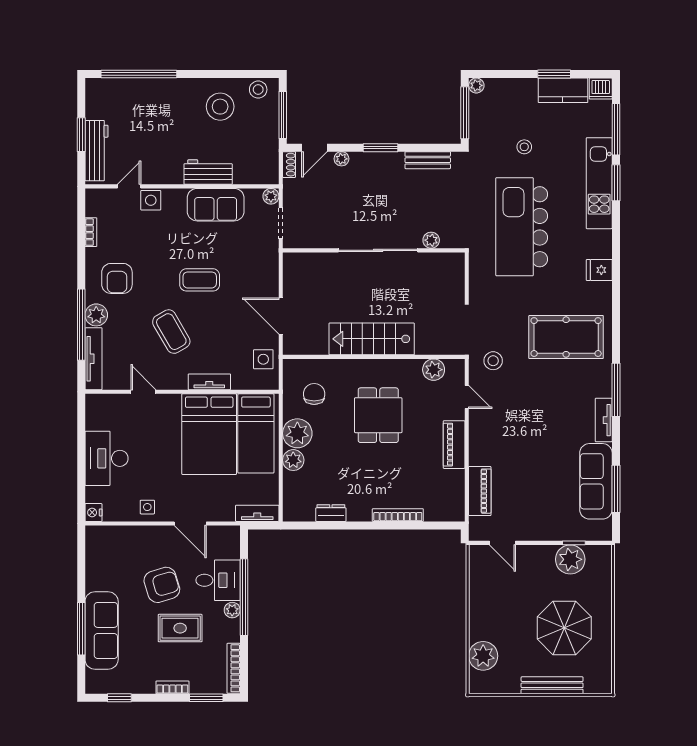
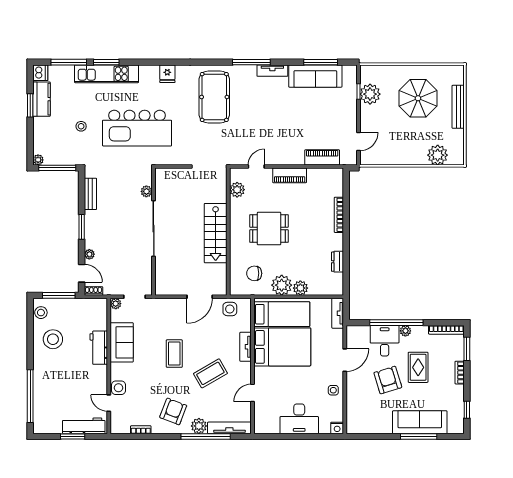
armchair: (117, 278) -> (173, 411), turned -69
stool: (493, 361) -> (231, 148), removed

